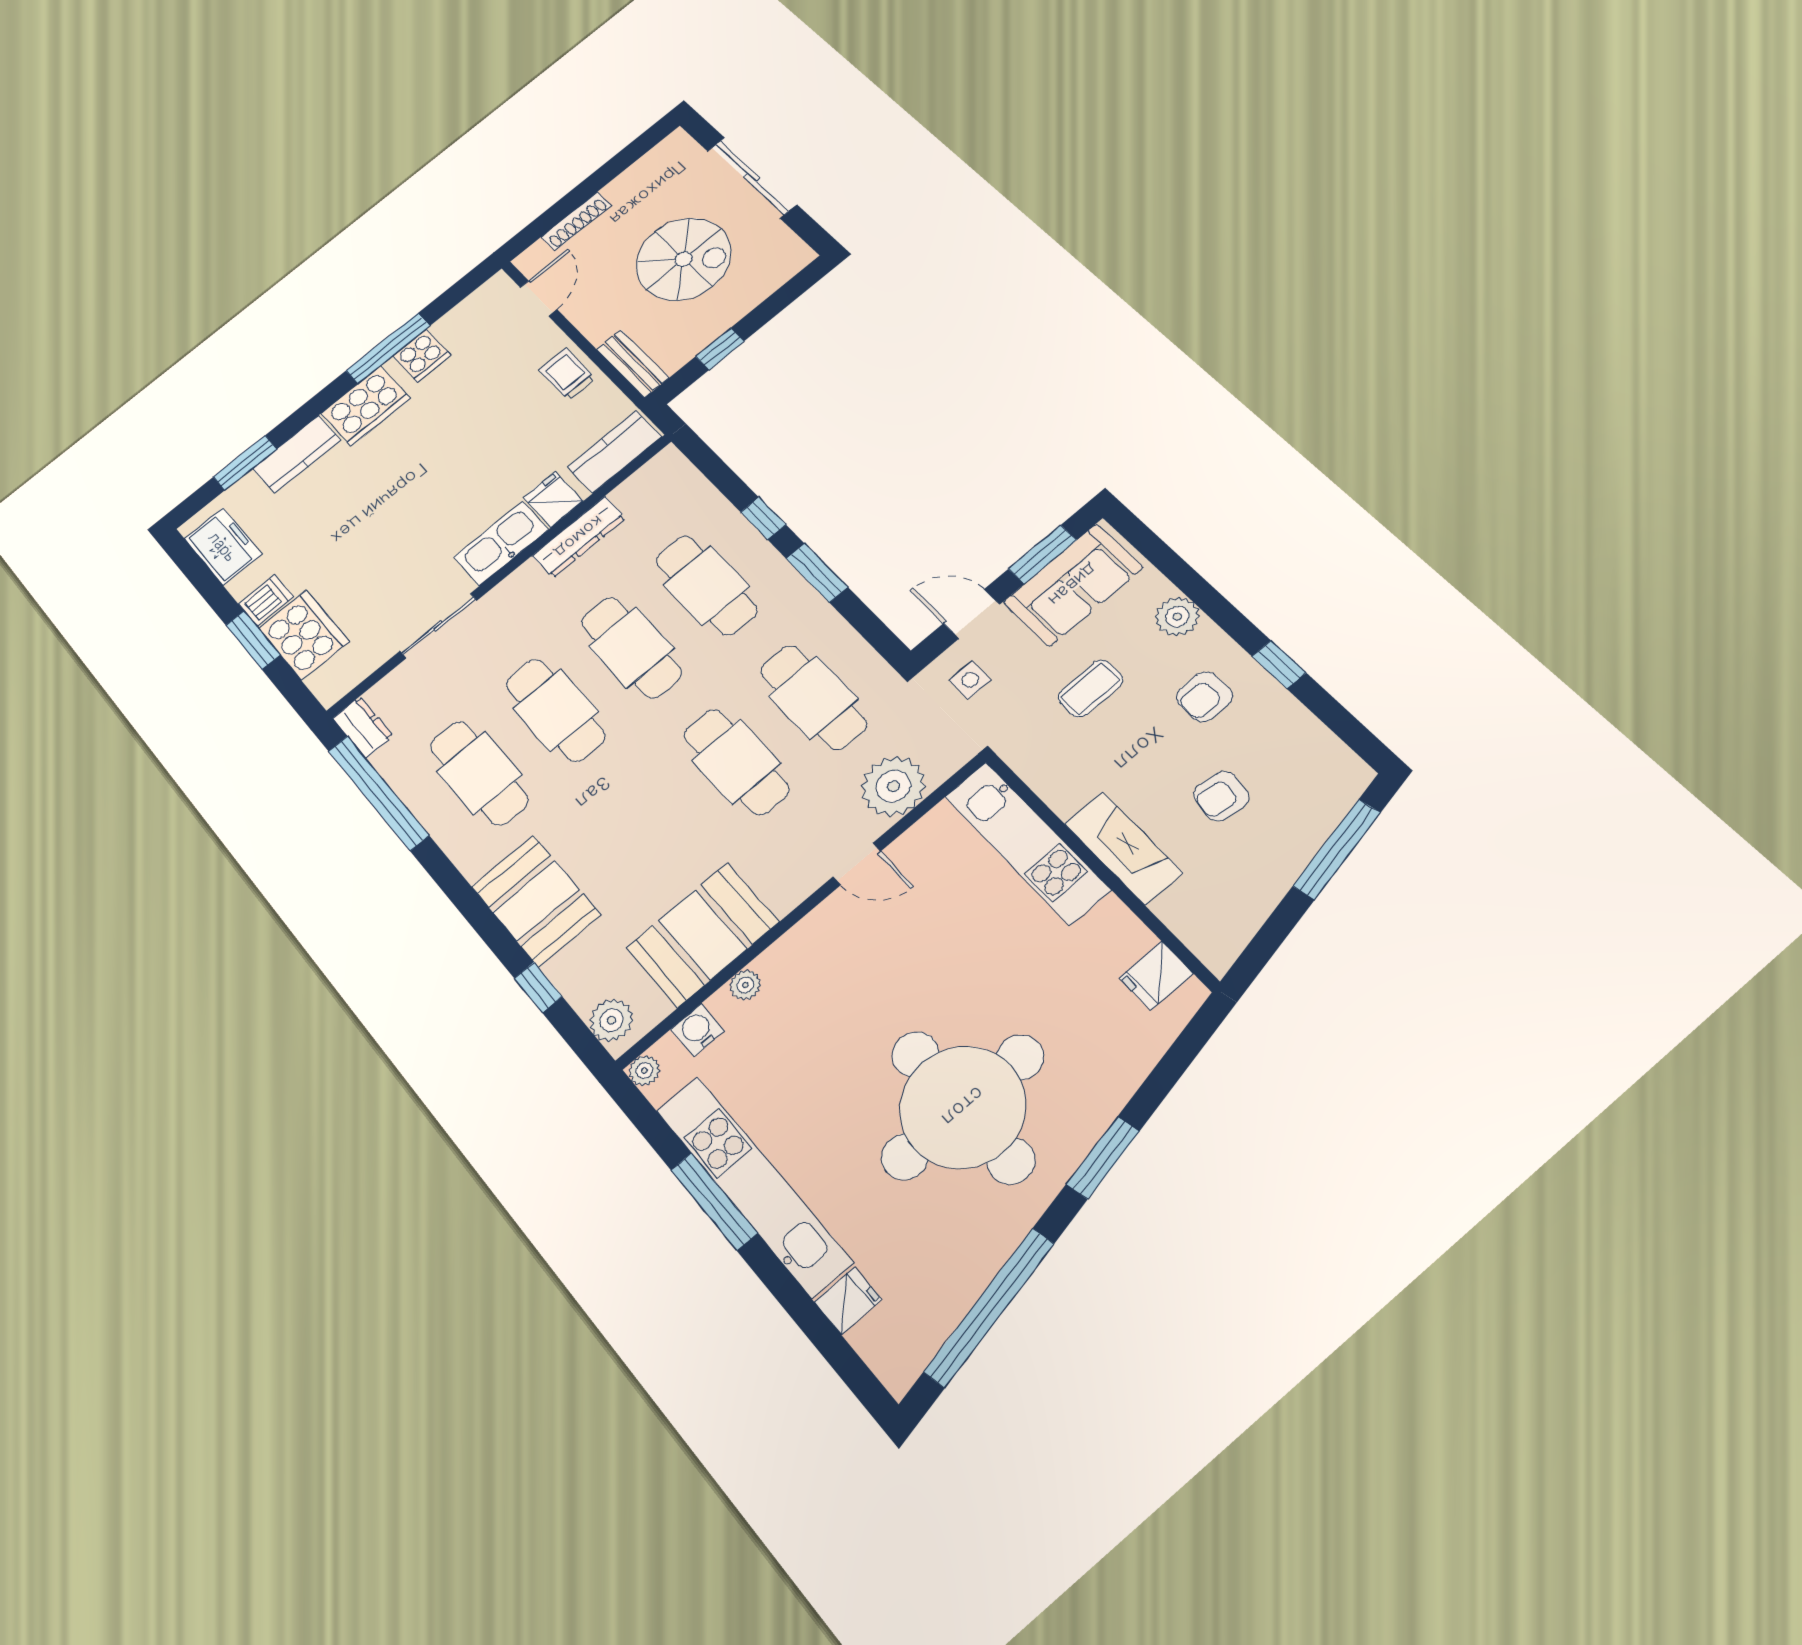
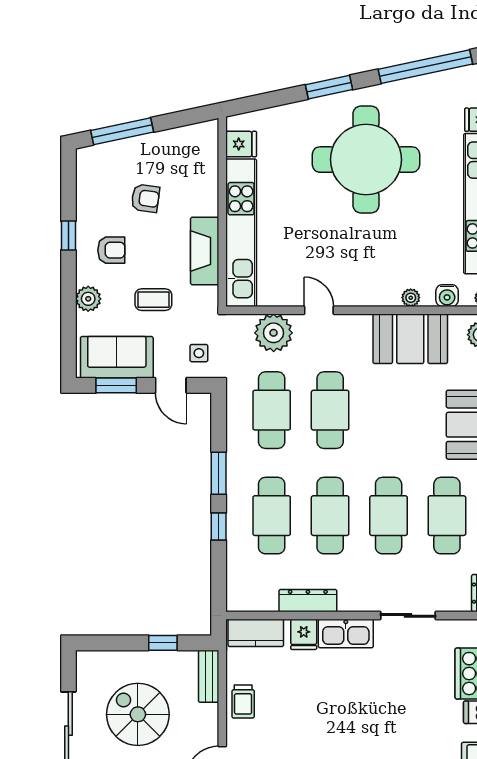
kitchen unit: (1027, 843) -> (241, 233), width x1.36
fireplace: (1123, 848) -> (205, 251), moved

